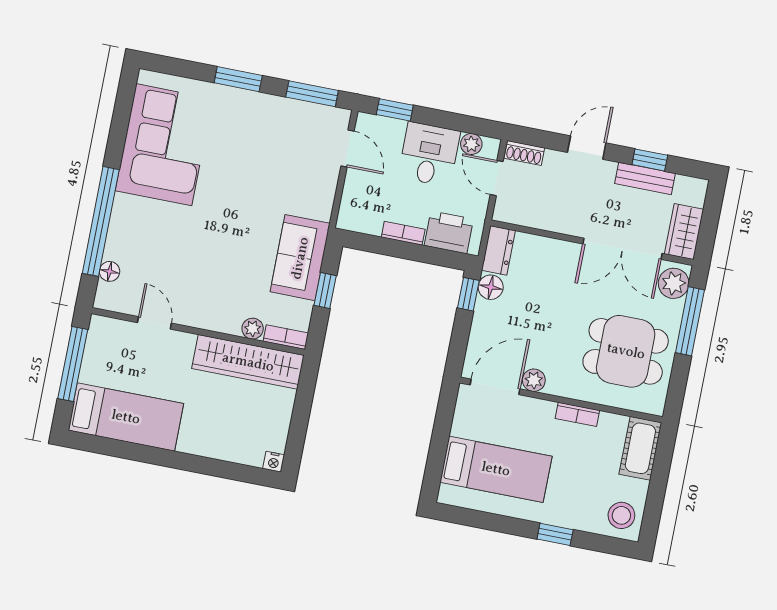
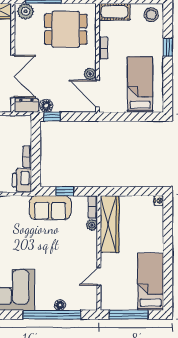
printer: (449, 232) -> (22, 180), moved
double door: (623, 249) -> (13, 76), moved
floor lamp: (110, 271) -> (60, 305), moved
dining table: (626, 351) -> (66, 29), turned 90

